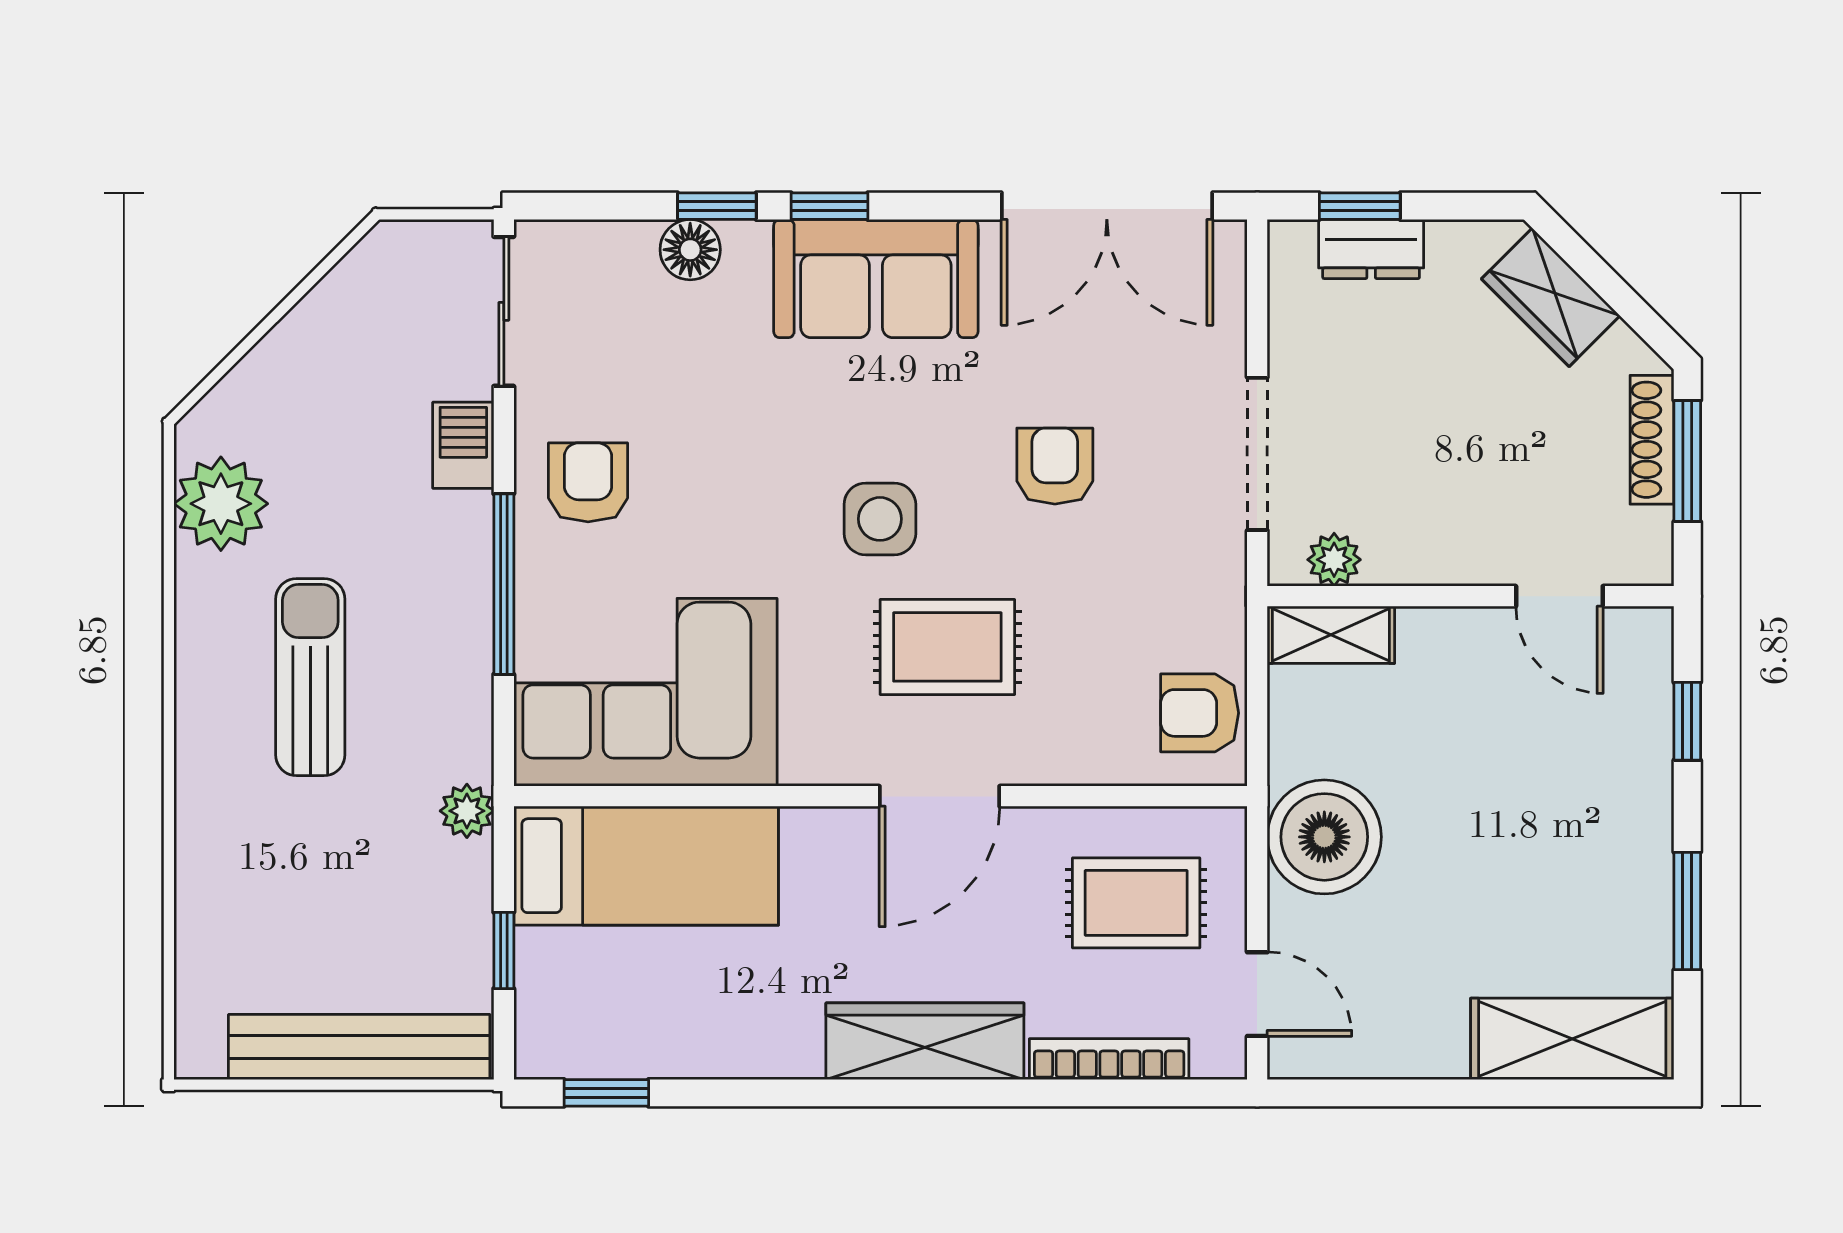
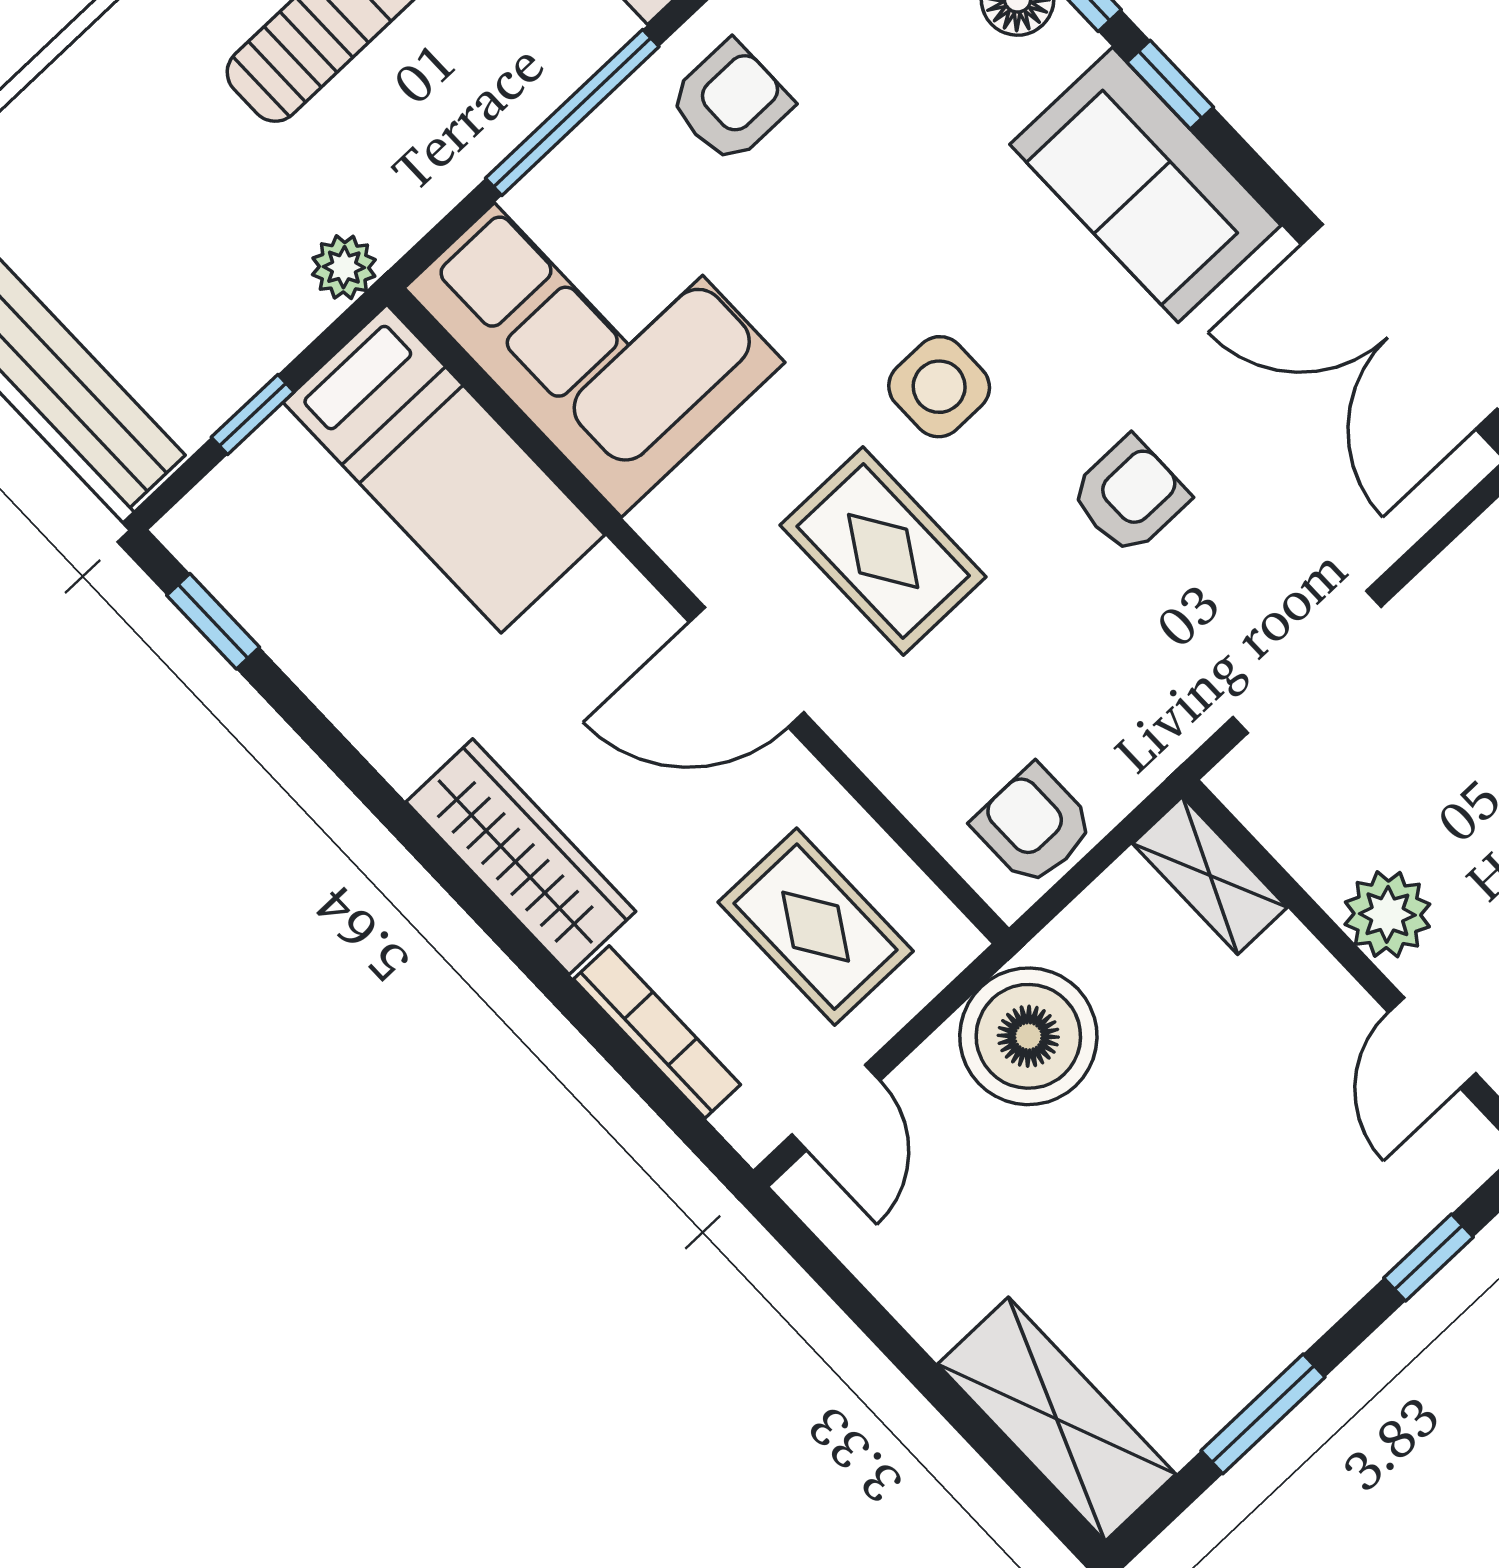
plant: (1334, 560) -> (1387, 914), moved, width x1.38, depth x1.38

